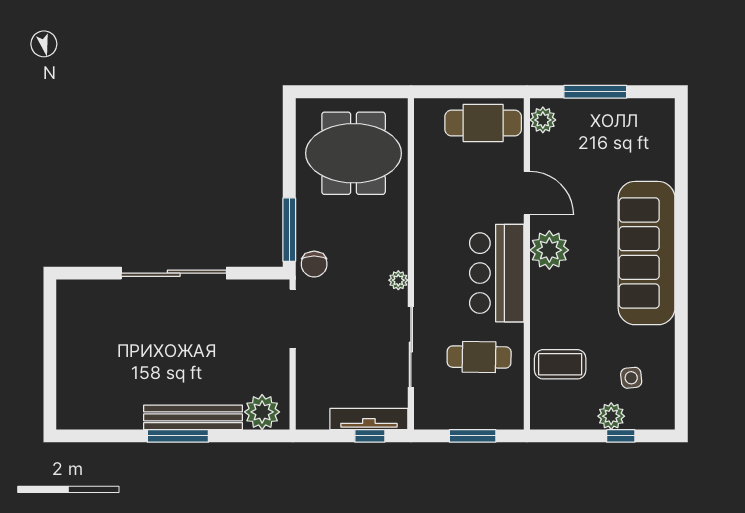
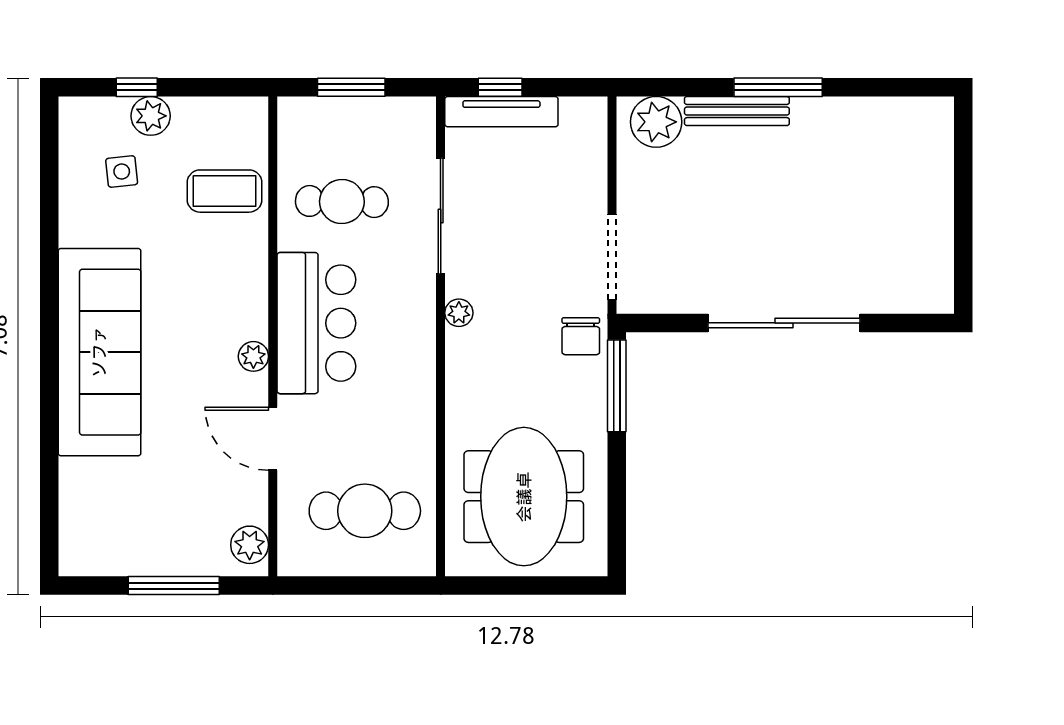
cafe table: (483, 123) -> (365, 511), moved
meeting table: (354, 153) -> (524, 497), turned 90
plant: (549, 250) -> (253, 356), width x0.53, depth x0.53
chair: (314, 264) -> (581, 336), turned 180
bench: (193, 417) -> (737, 111), width x0.73, depth x0.82

